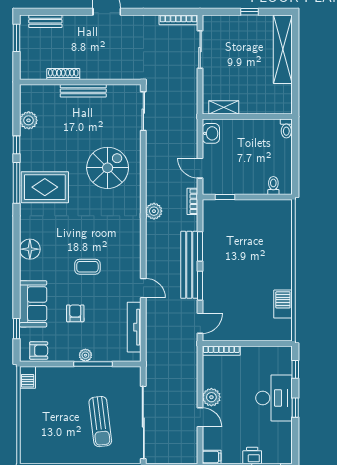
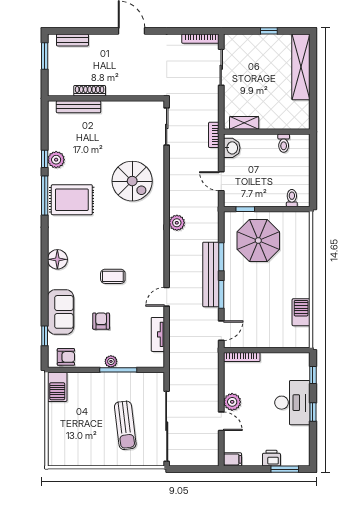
bench: (83, 91) -> (79, 107), moved
plant: (29, 120) -> (56, 160), moved
toilet: (286, 129) -> (284, 143), moved
spiral stairs: (108, 168) -> (132, 181), turned 90
bookcase: (192, 201) -> (214, 135), moved
parasol: (238, 230) -> (258, 241), added
door: (143, 288) -> (167, 297), swing flipped
tv unit: (134, 327) -> (158, 334), width x0.71
barbecue: (28, 377) -> (57, 387), width x1.38, depth x1.27

